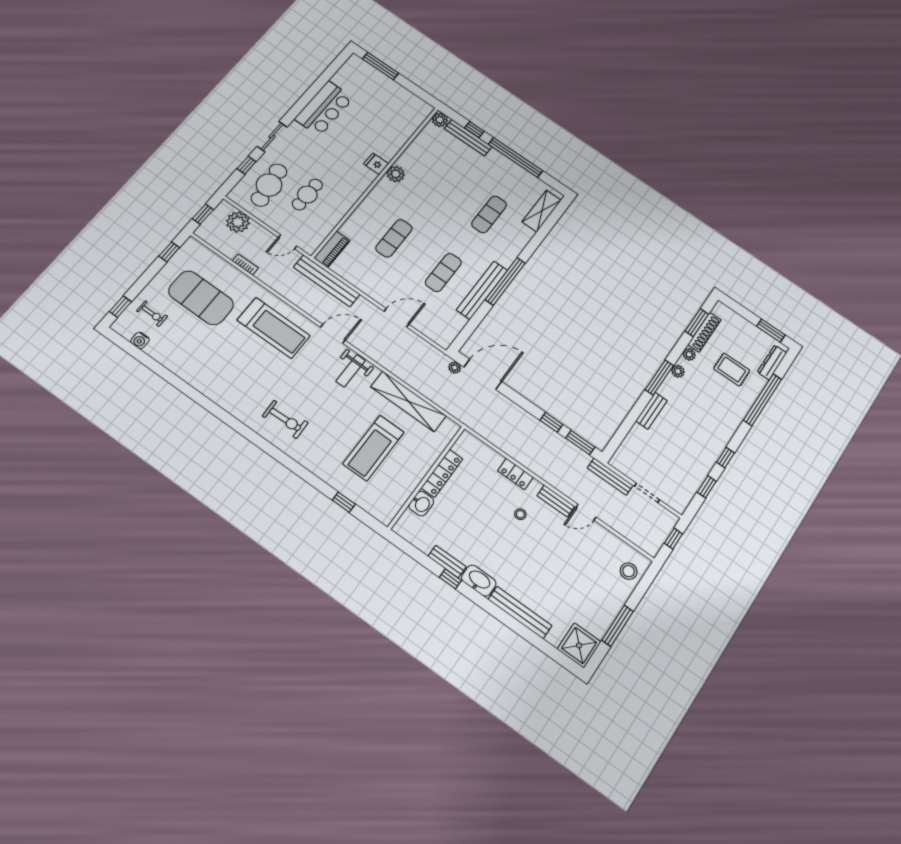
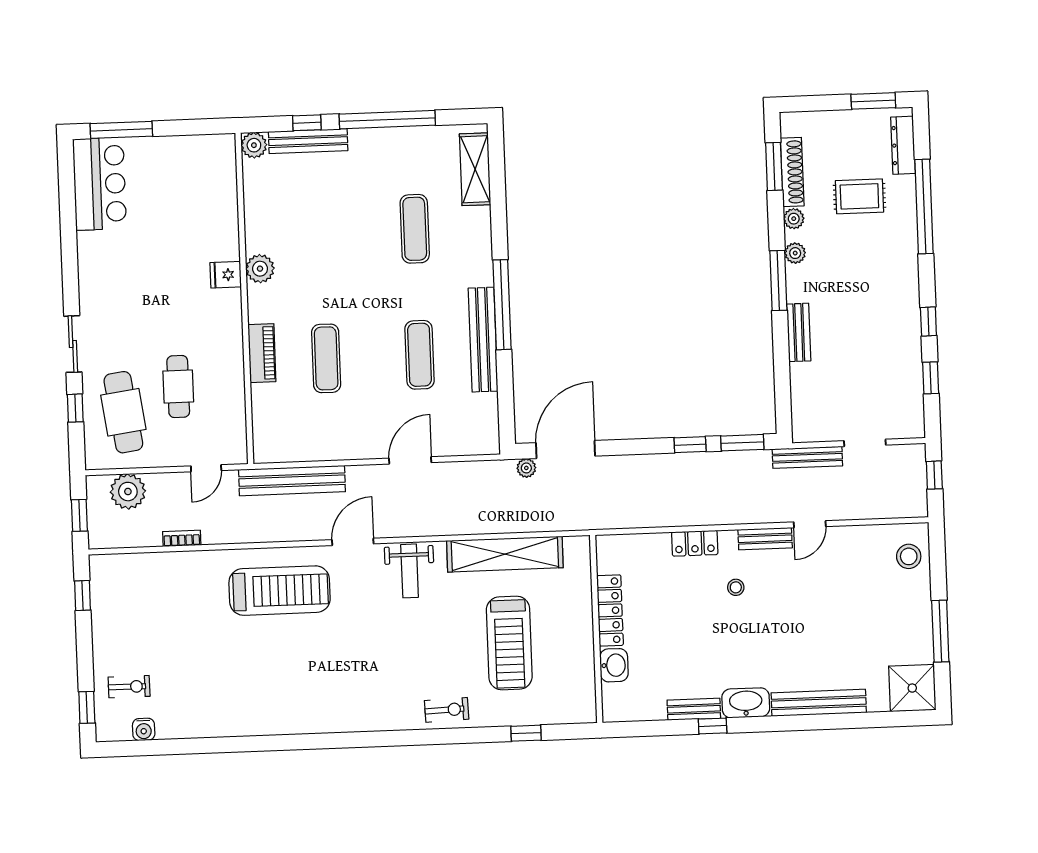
bar counter: (324, 108) -> (99, 184), moved
piano: (332, 249) -> (262, 353), moved
exercise mat: (201, 298) -> (167, 622), removed
exercise bike: (285, 419) -> (447, 710), moved, width x0.73, depth x0.72

